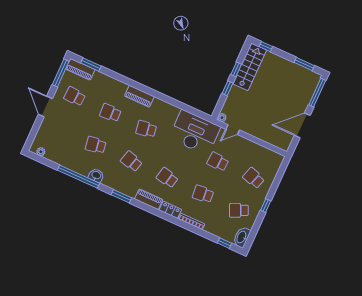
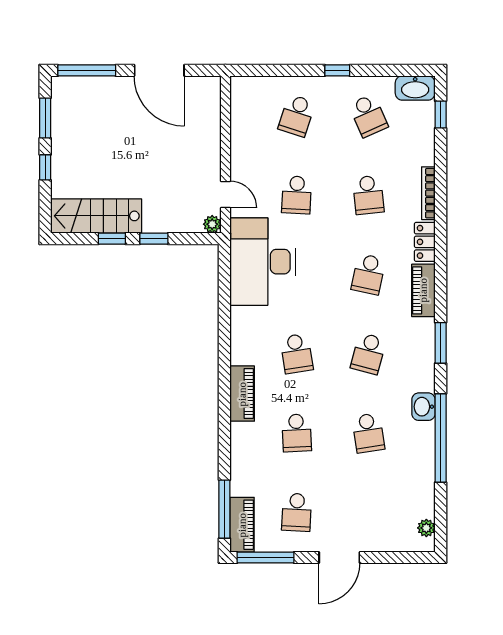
window: (266, 47) -> (45, 167), moved
window: (91, 64) -> (224, 509), width x1.44

